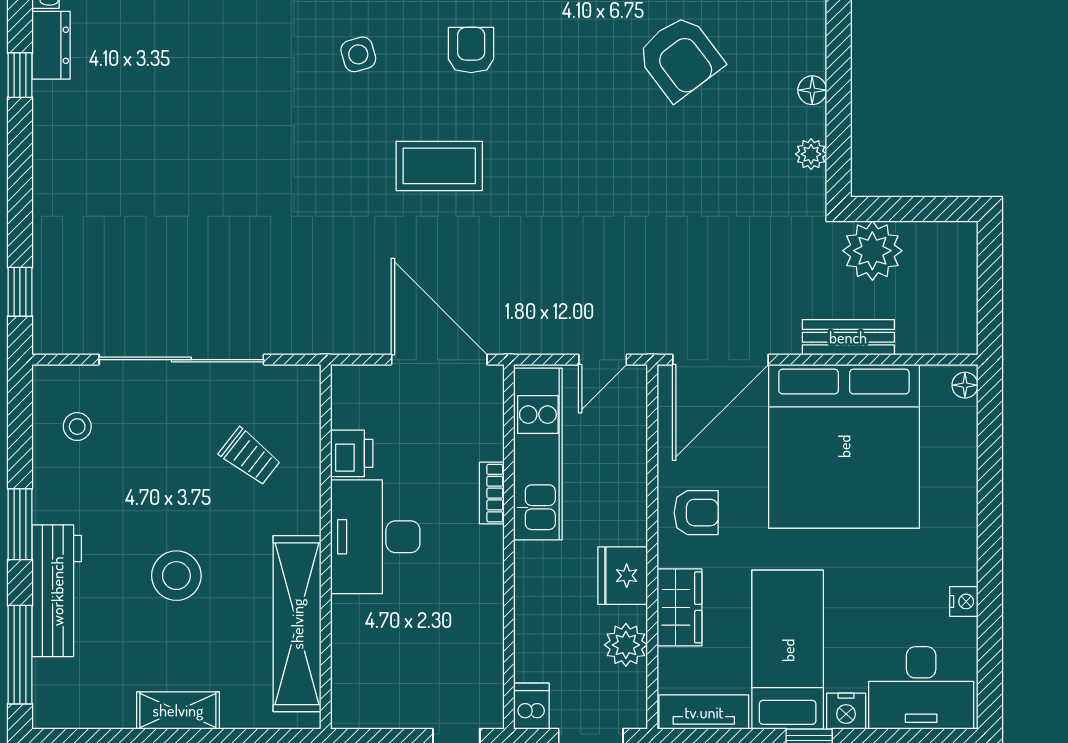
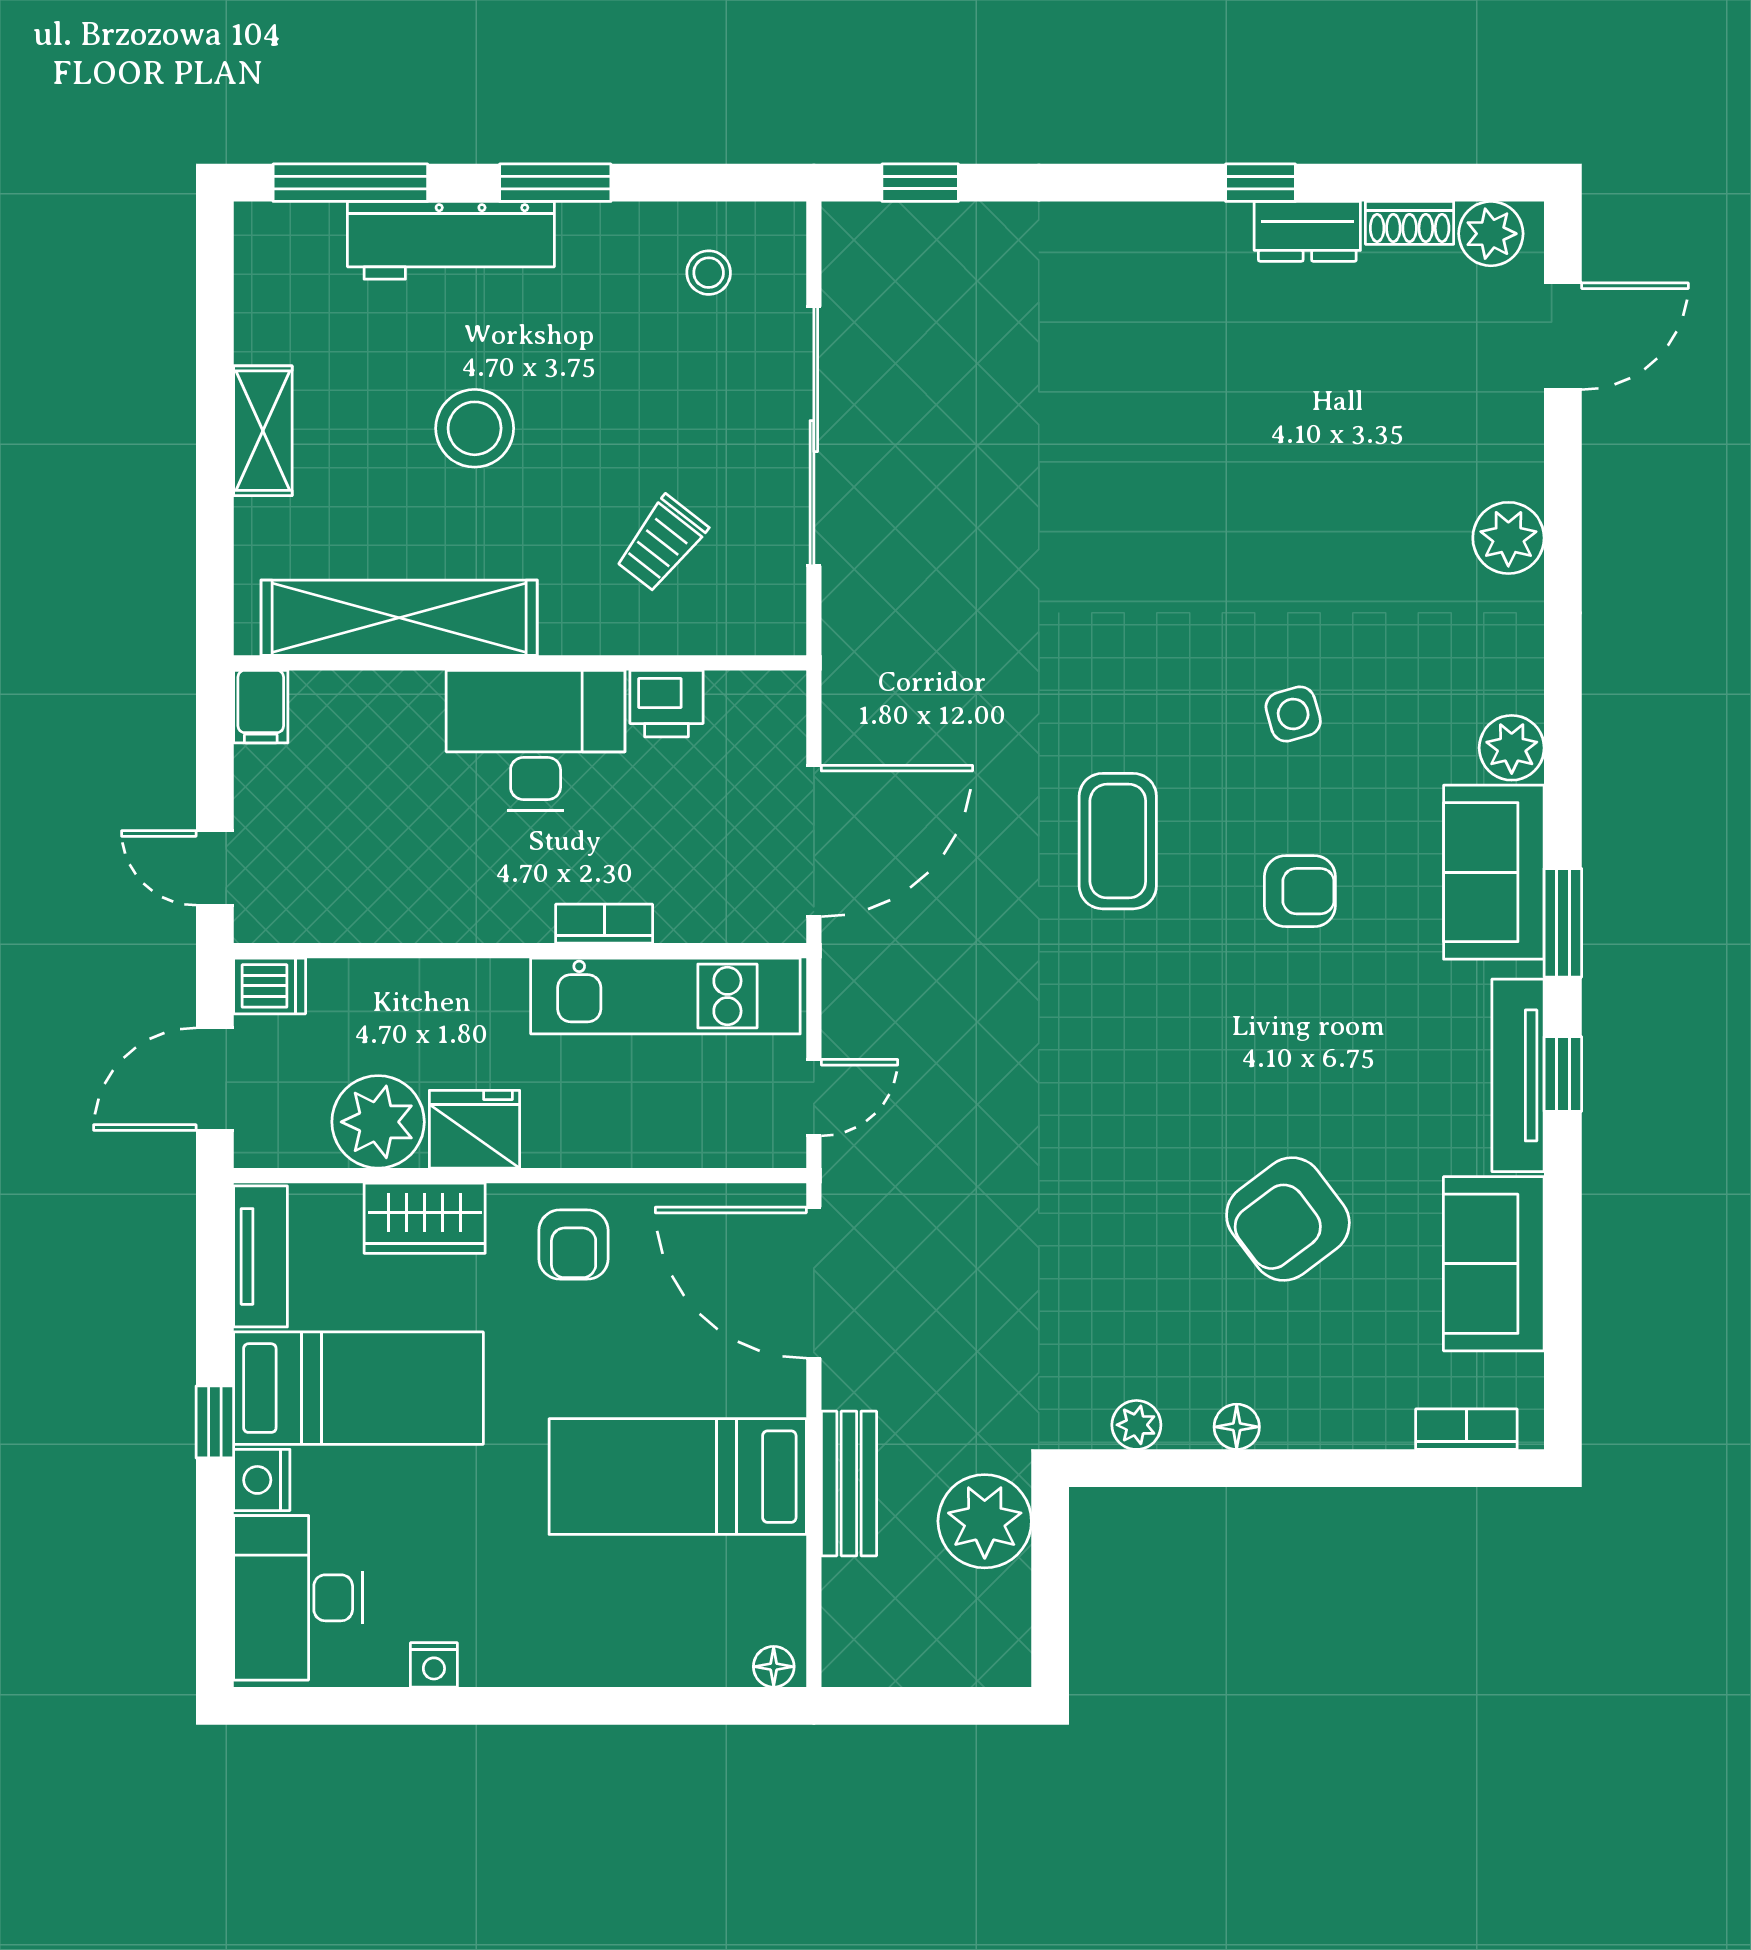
door: (603, 360) -> (814, 1098), swing flipped
bed: (844, 446) -> (678, 1477), width x0.49
plant: (626, 645) -> (378, 1122), width x1.36, depth x1.36
filing cabinet: (354, 712) -> (261, 707), added

